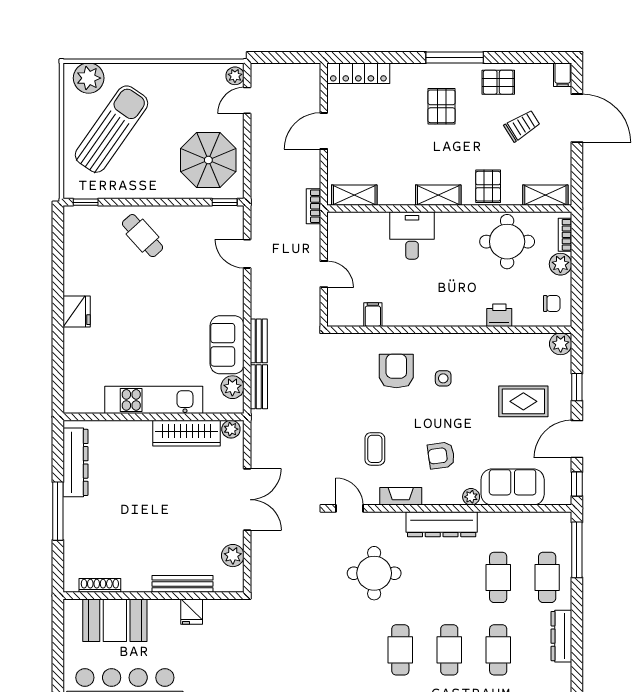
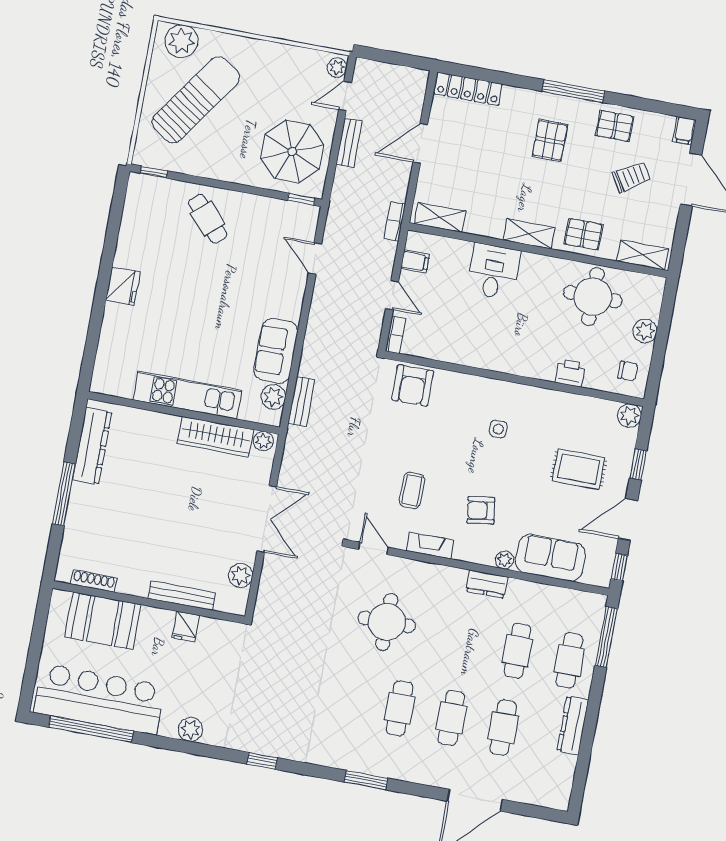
pallet: (488, 186) -> (584, 234), turned 90
bookcase: (565, 235) -> (396, 335), moved, turned 180
filing cabinet: (373, 315) -> (415, 261), moved, turned 90
bench: (259, 341) -> (349, 143), moved
armchair: (396, 371) -> (413, 385), moved, turned 180
dresser: (442, 524) -> (487, 584), width x0.51, depth x0.80

